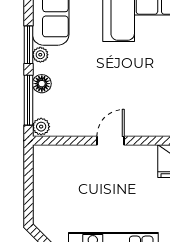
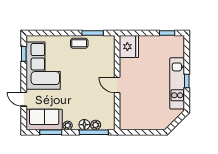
window: (28, 45) -> (51, 132), moved
plant: (41, 127) -> (96, 125), moved

